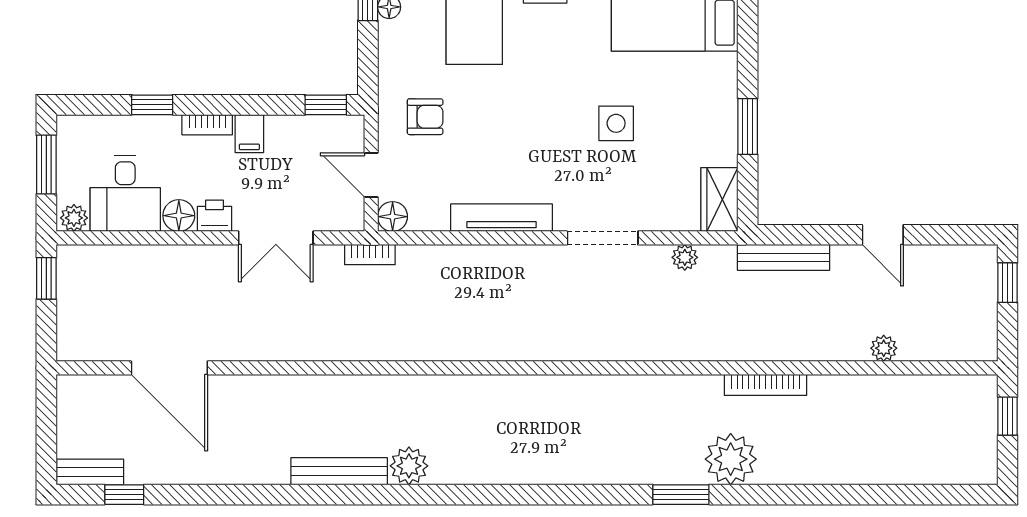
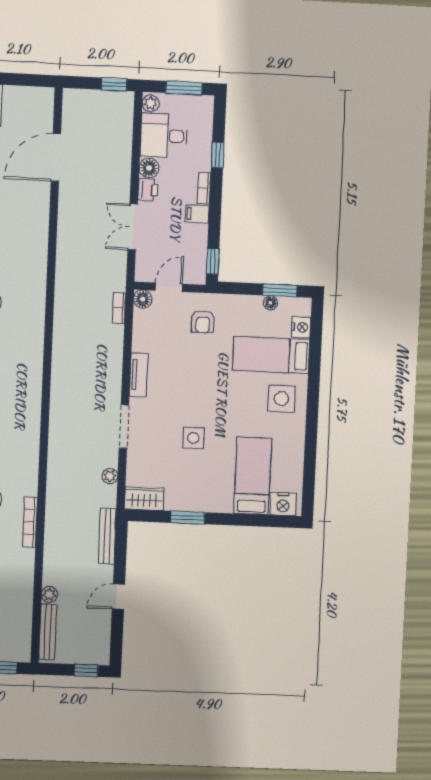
tv unit: (502, 218) -> (139, 375), width x0.71
bookcase: (370, 255) -> (119, 308), moved
bench: (946, 348) -> (48, 632), added

